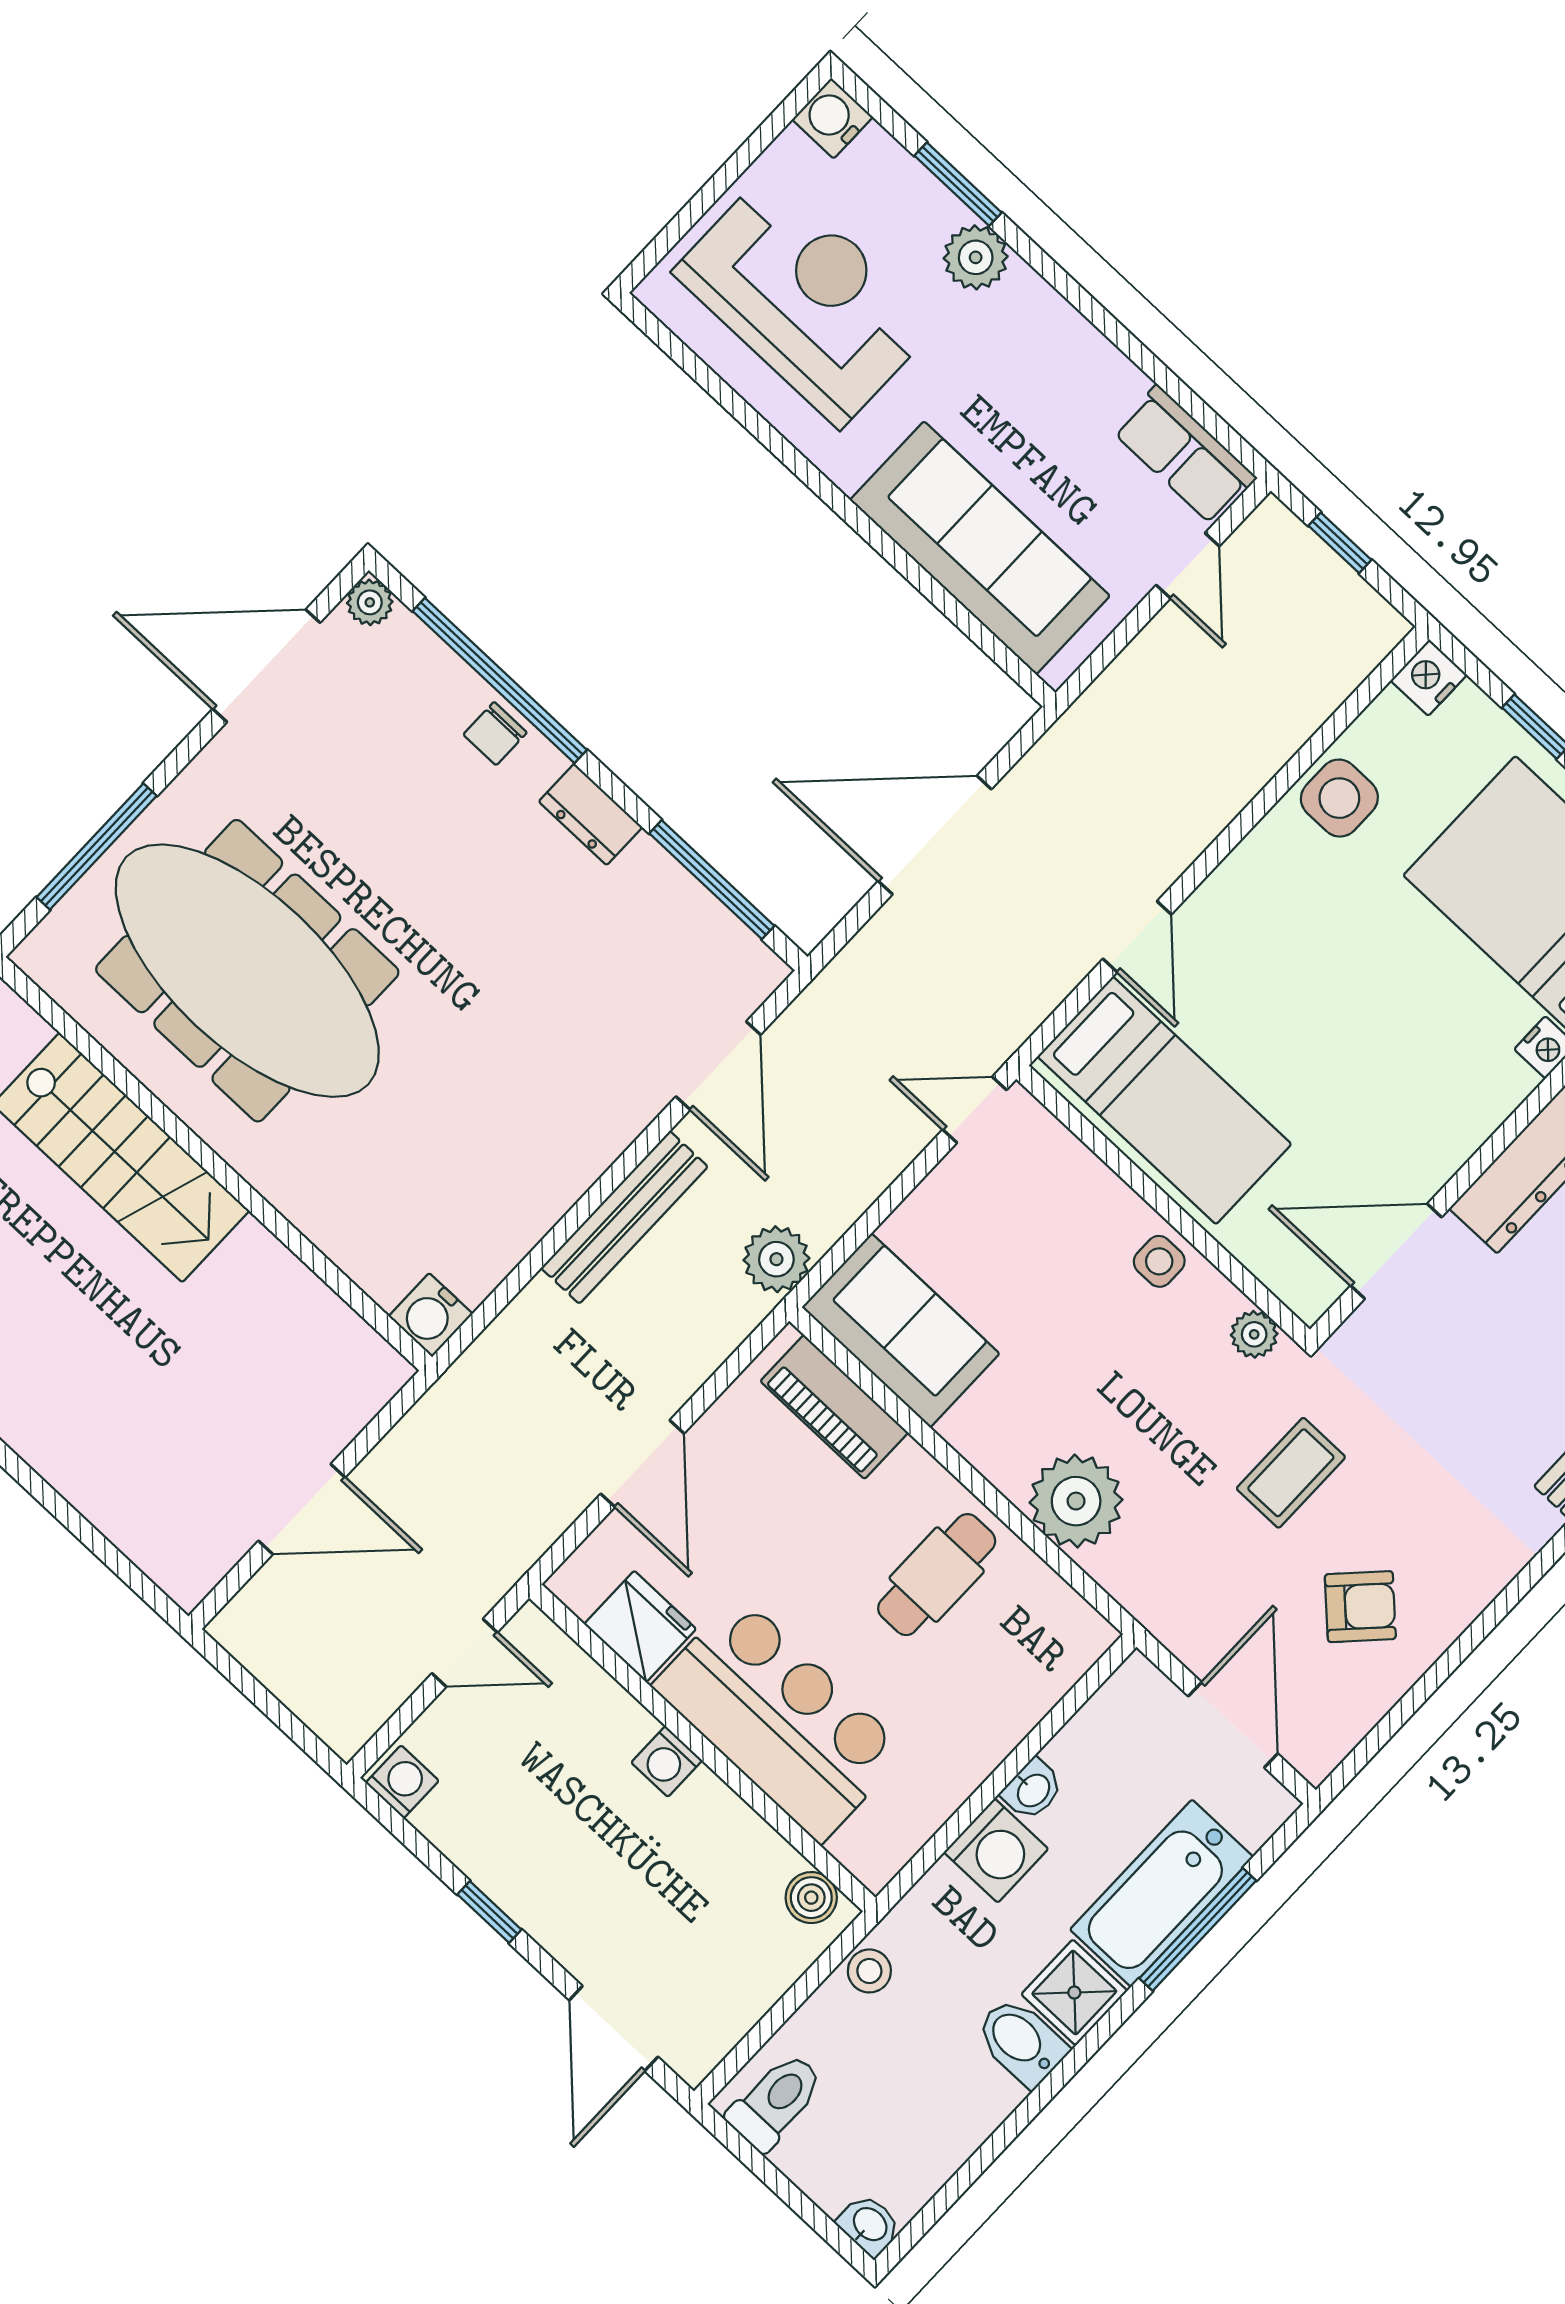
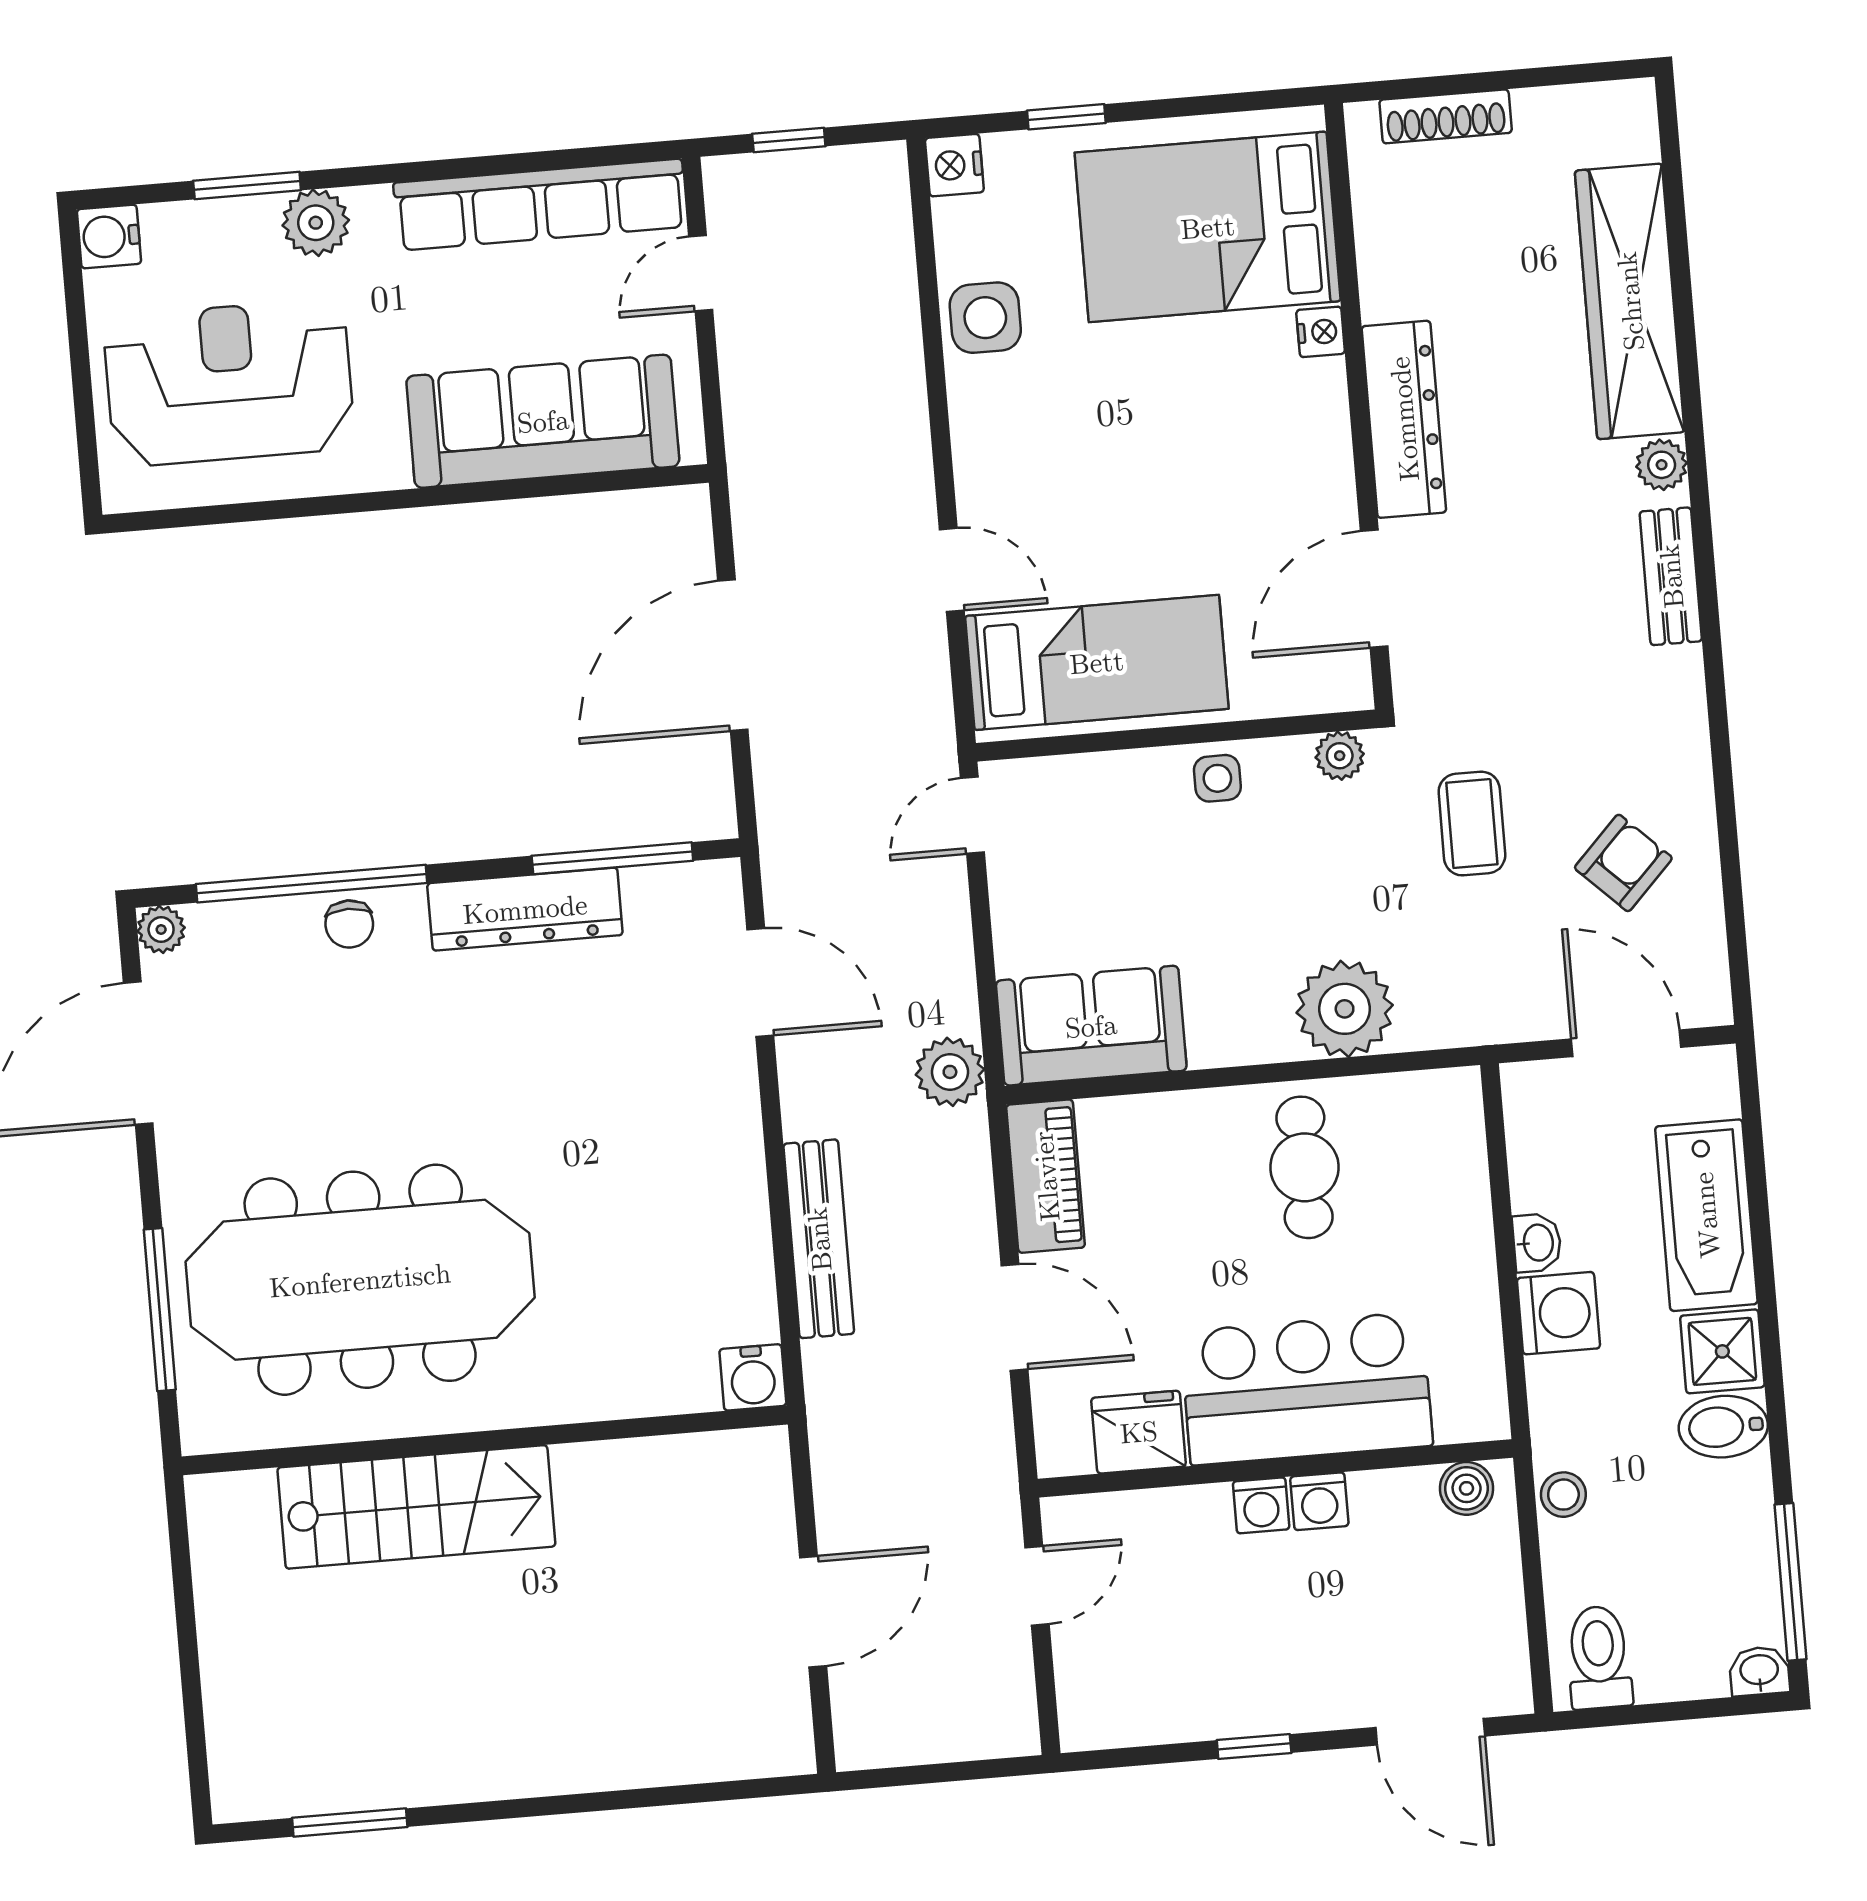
row of seats: (1185, 455) -> (540, 205), width x2.02
door: (1188, 566) -> (701, 273), swing flipped
dresser: (591, 814) -> (525, 909), width x1.96, depth x1.24
bench: (624, 1217) -> (819, 1239), moved
piano: (834, 1407) -> (1046, 1176), moved, turned -90
washing machine: (402, 1782) -> (1319, 1501), moved, turned 180
window: (1198, 1930) -> (1790, 1582), moved

